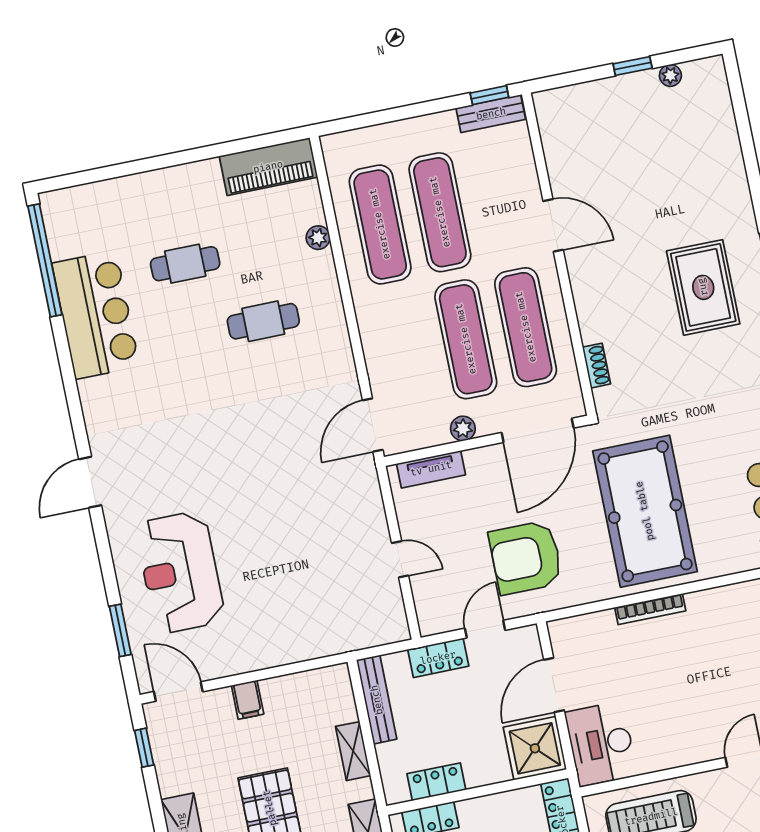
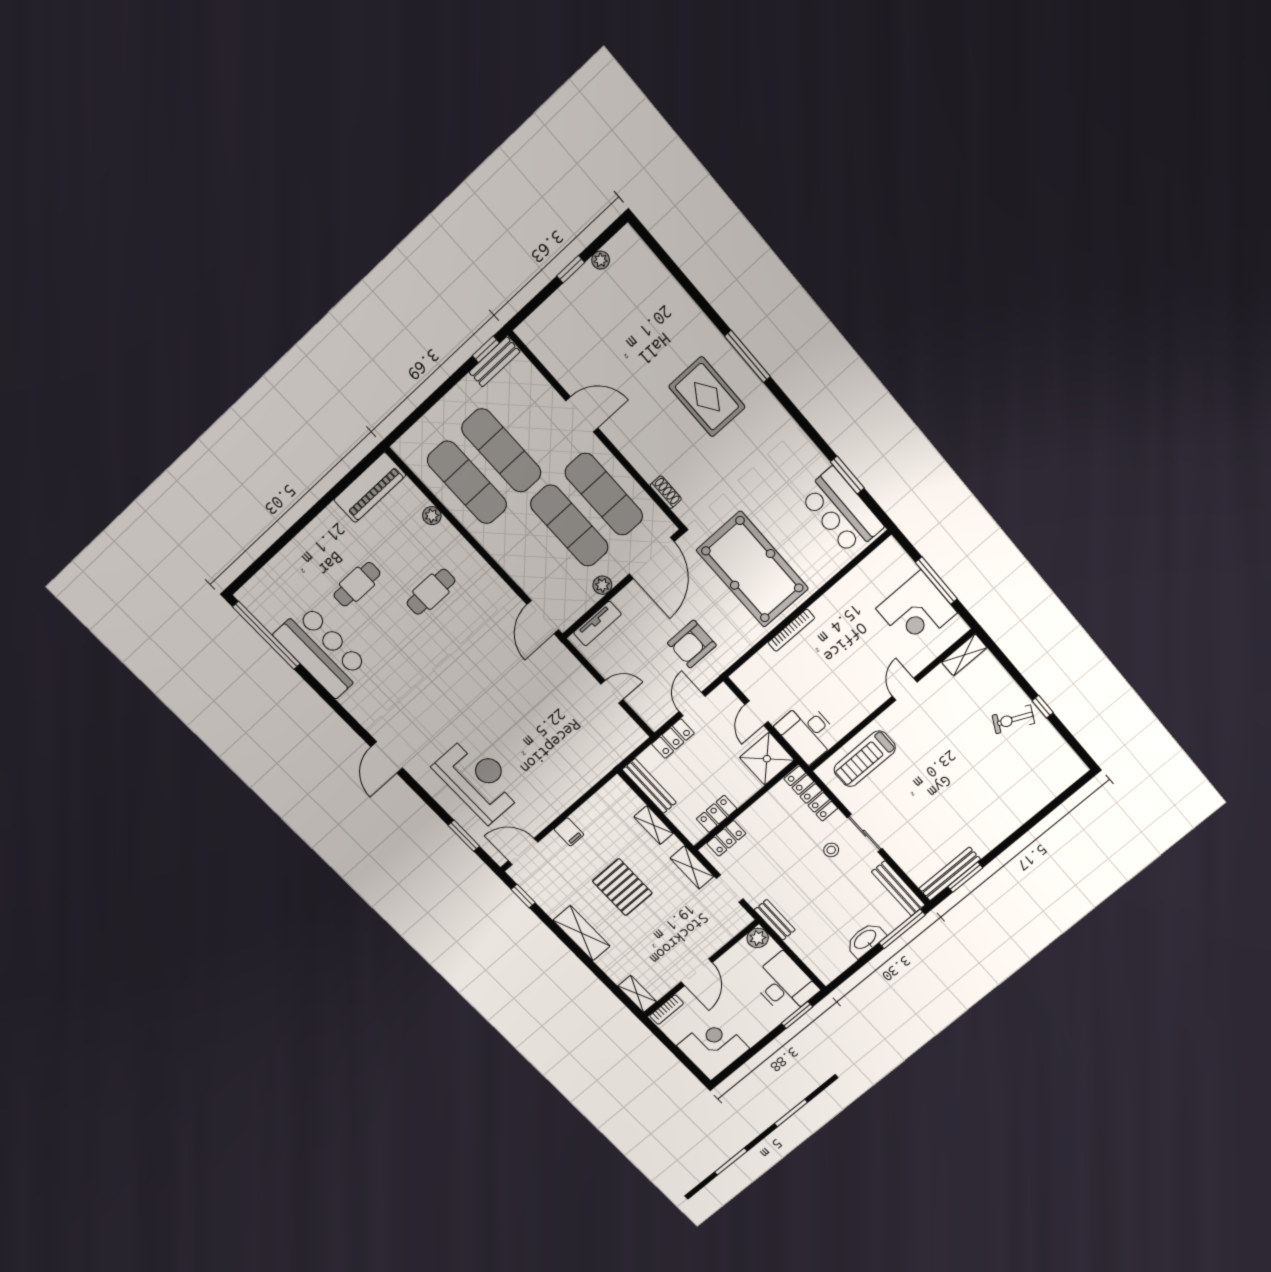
armchair: (526, 558) -> (692, 644), width x0.73, depth x0.73
reception desk: (180, 572) -> (478, 780), turned 180
door: (554, 685) -> (757, 713), width x0.73

